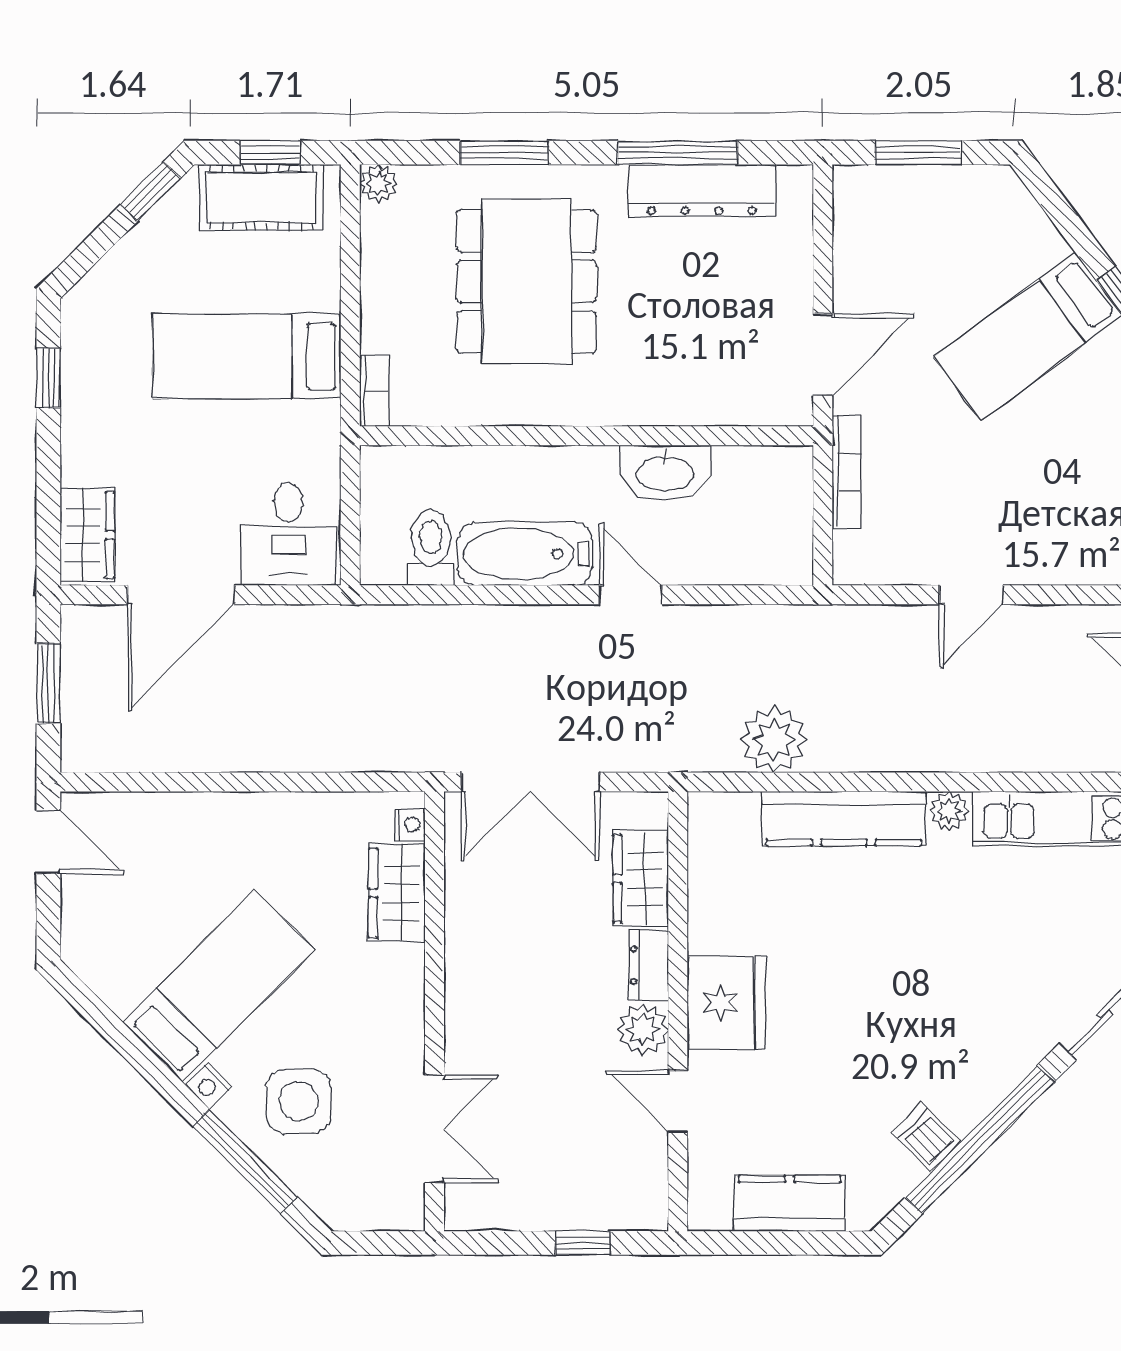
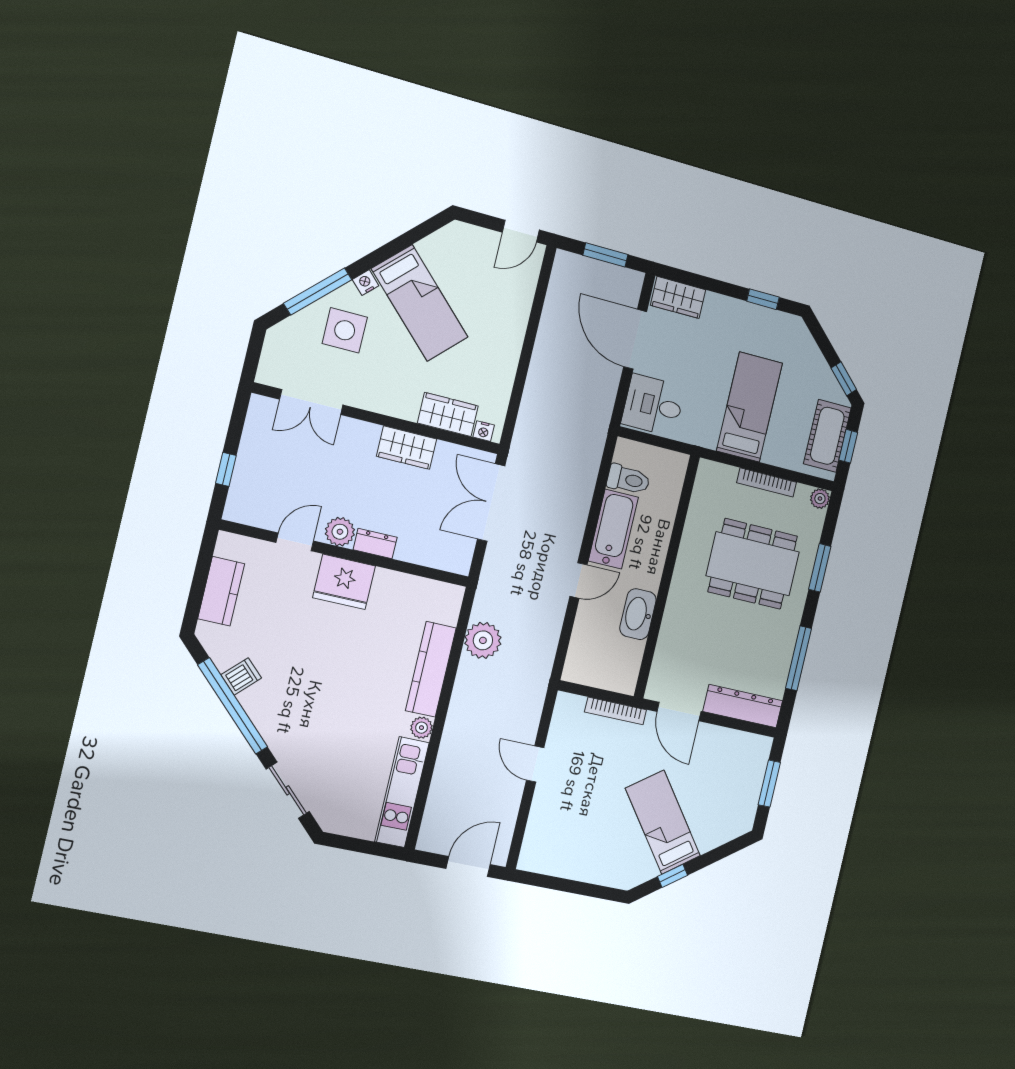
dresser: (702, 190) -> (743, 706), moved, turned 90
bookcase: (374, 391) -> (767, 482), moved, width x1.56
wardrobe: (641, 879) -> (407, 448), moved, turned 180

